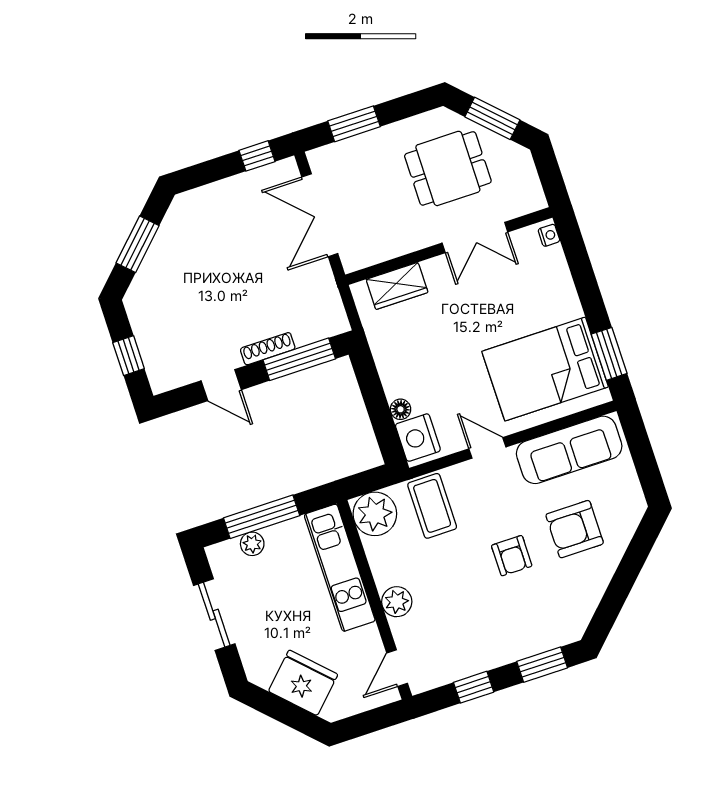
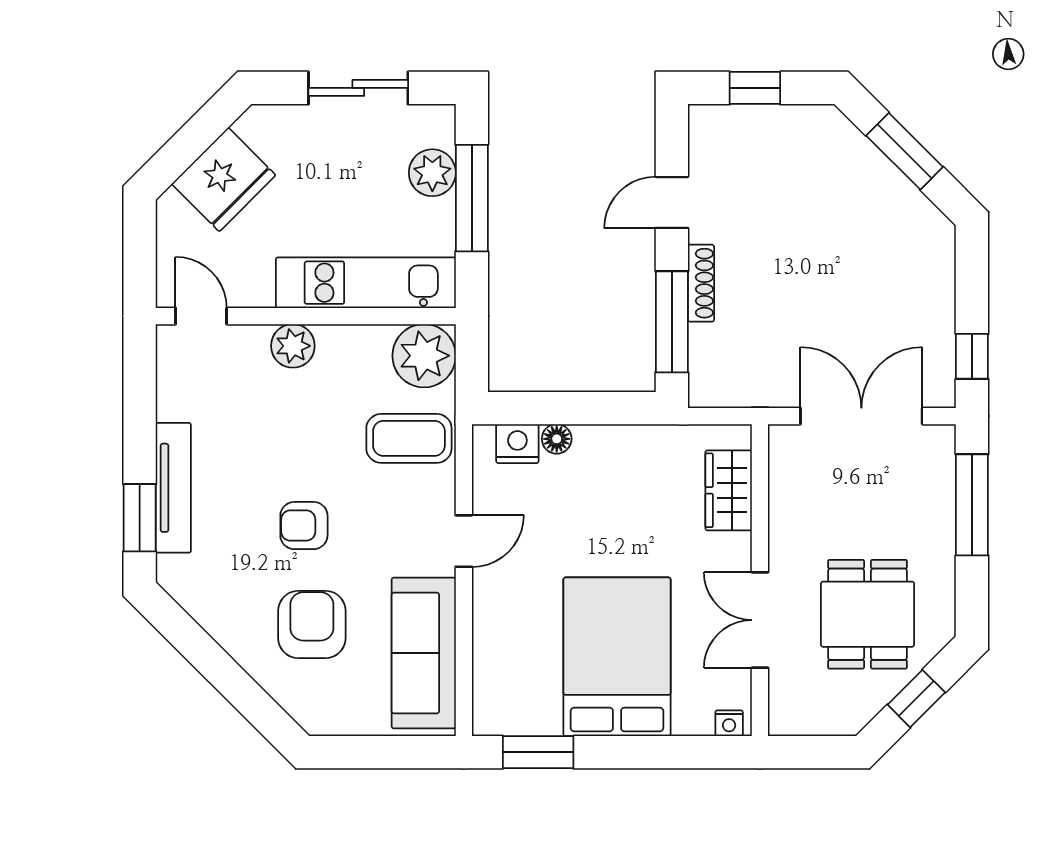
window: (492, 118) -> (916, 699), width x0.67
window: (354, 124) -> (972, 505), width x1.44
bed: (545, 369) -> (617, 657), moved
nightstand: (418, 438) -> (517, 444), width x0.74, depth x0.75
plant: (252, 544) -> (432, 173), width x1.38, depth x1.38
tv unit: (515, 649) -> (173, 488), added
window: (474, 687) -> (140, 413), removed

